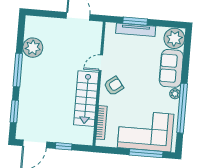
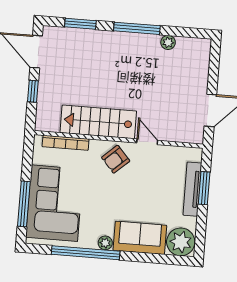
plant: (33, 48) -> (168, 42), width x0.53, depth x0.53
armchair: (114, 86) -> (116, 159), turned 85

